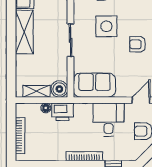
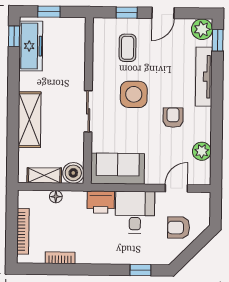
shelving: (24, 32) -> (29, 120), moved
armchair: (138, 44) -> (173, 118), turned 90
printer: (63, 112) -> (101, 202), moved
bookcase: (84, 156) -> (60, 258), moved, width x0.64

